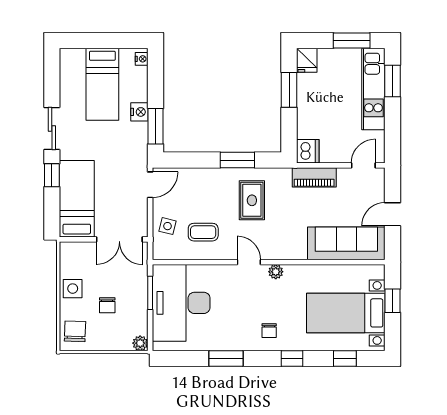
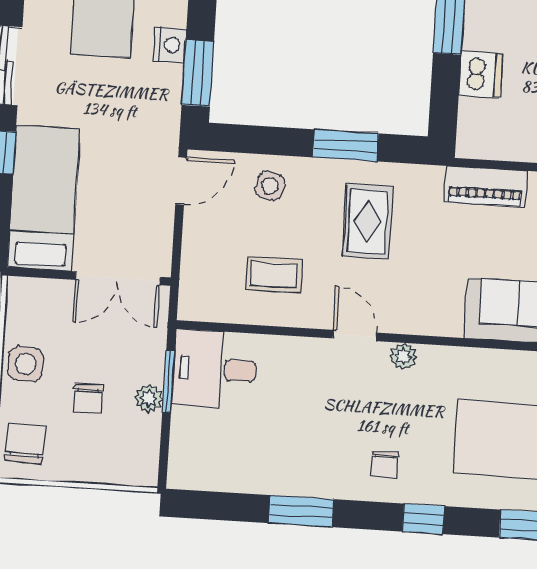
dishwasher: (308, 151) -> (481, 74), moved
side table: (168, 226) -> (270, 186), moved
desk: (181, 303) -> (215, 369), width x0.53, depth x0.77
plant: (140, 343) -> (149, 398), moved

